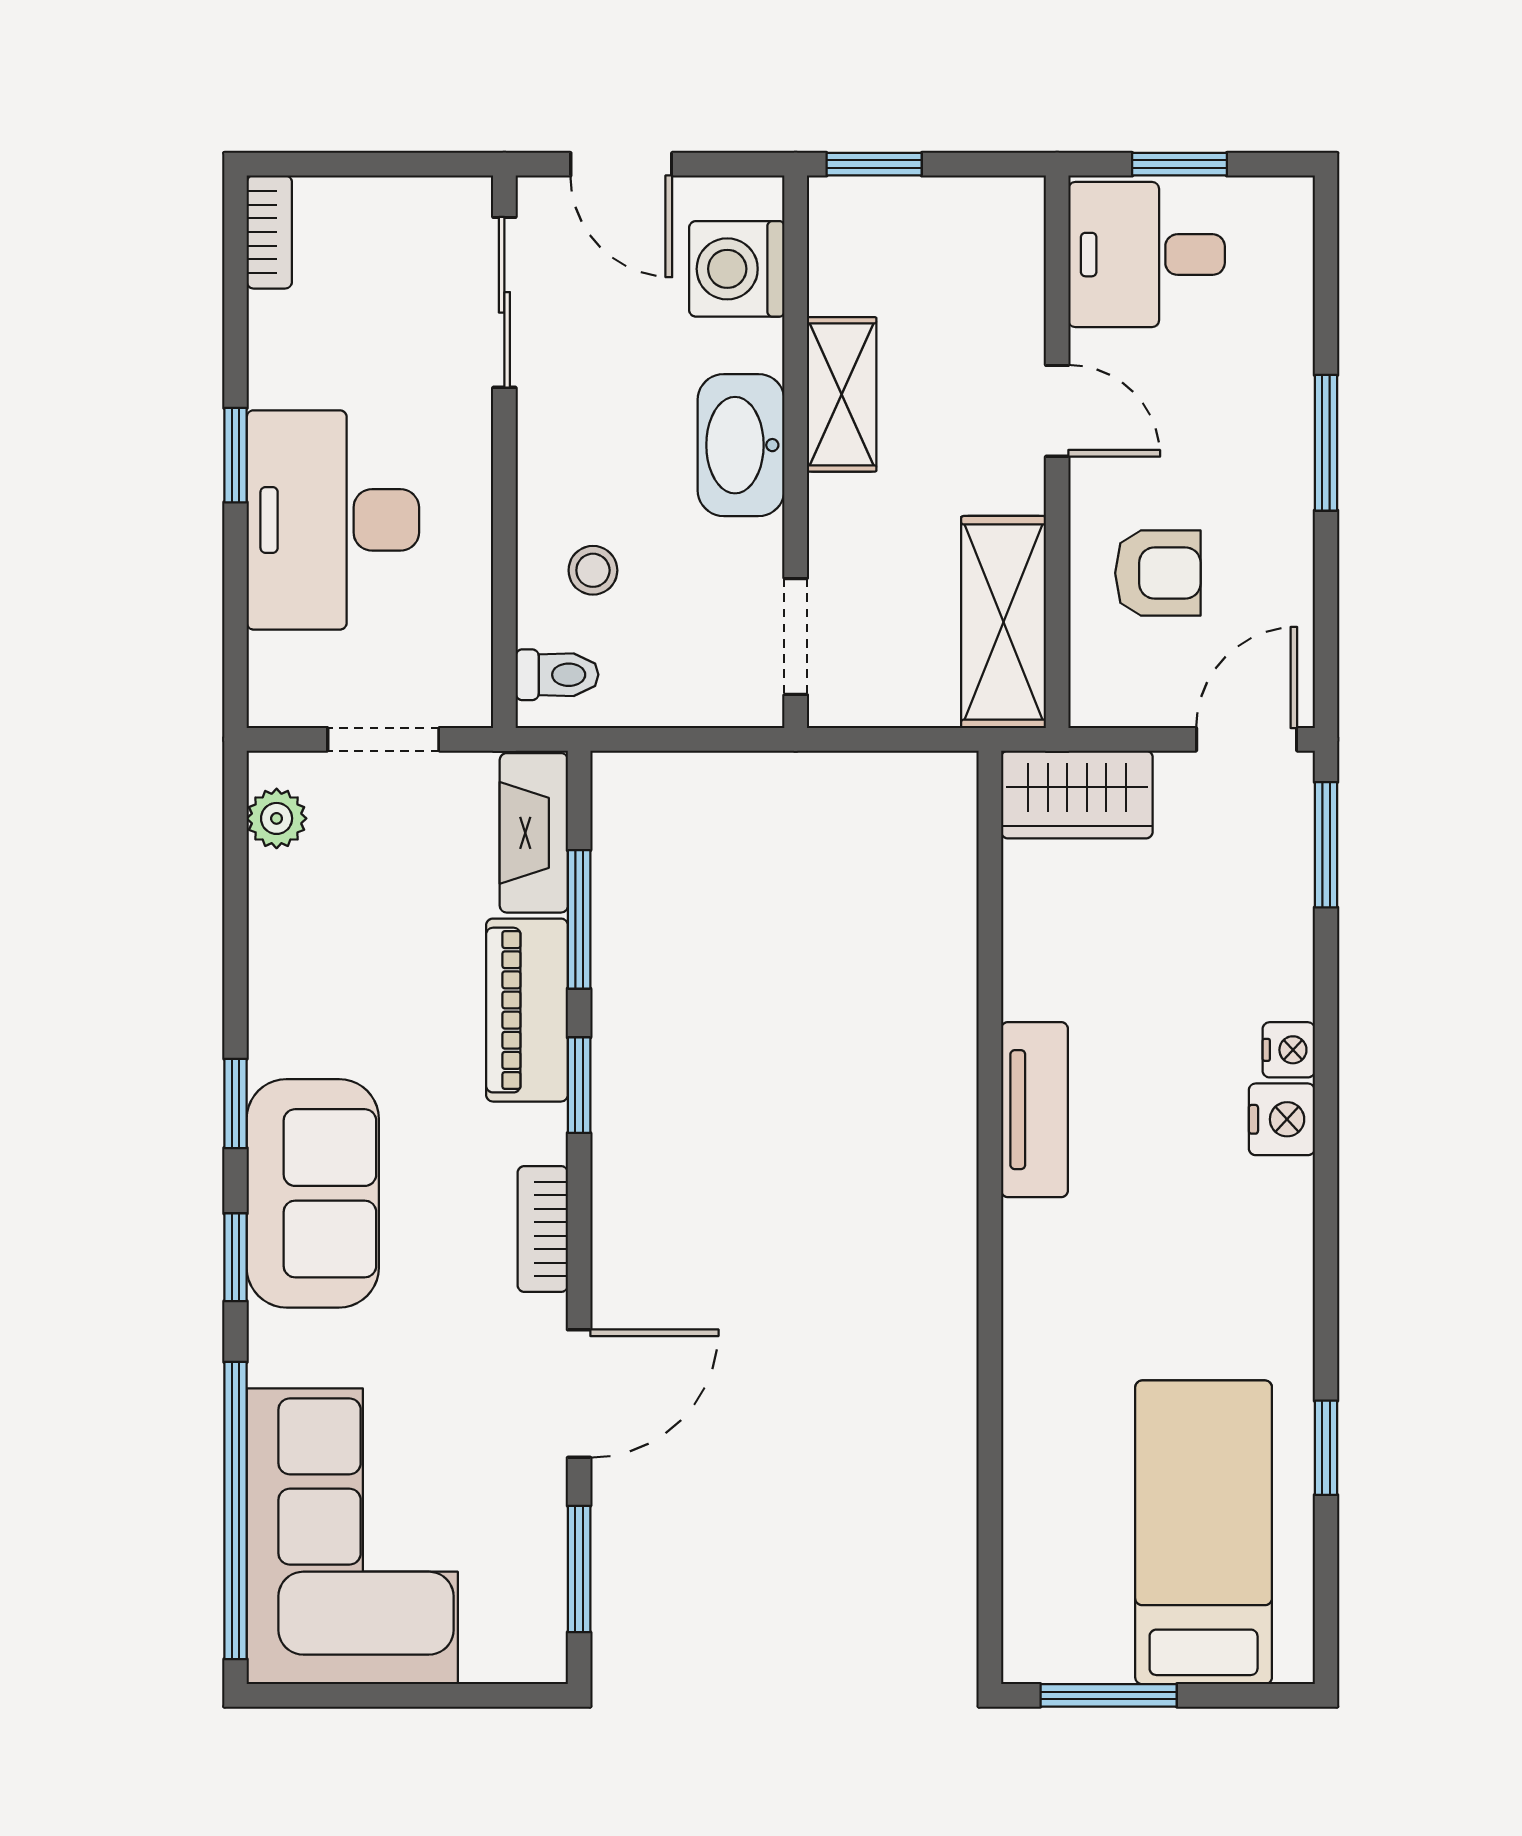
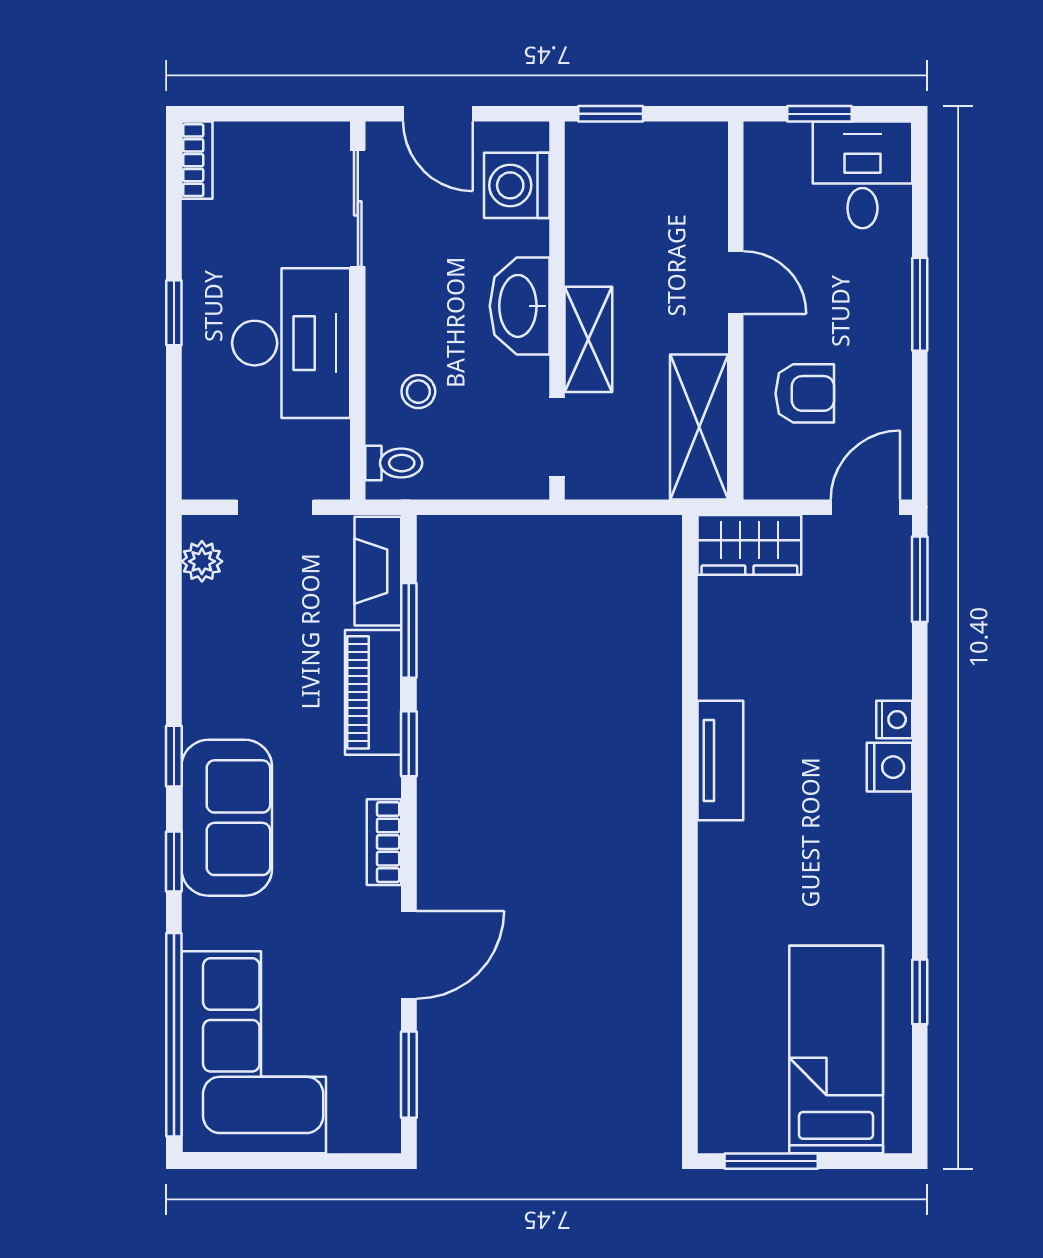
desk: (1147, 255) -> (862, 175), moved, turned 90
shelving: (842, 394) -> (588, 339), moved
desk: (333, 520) -> (291, 343), moved, turned 180

